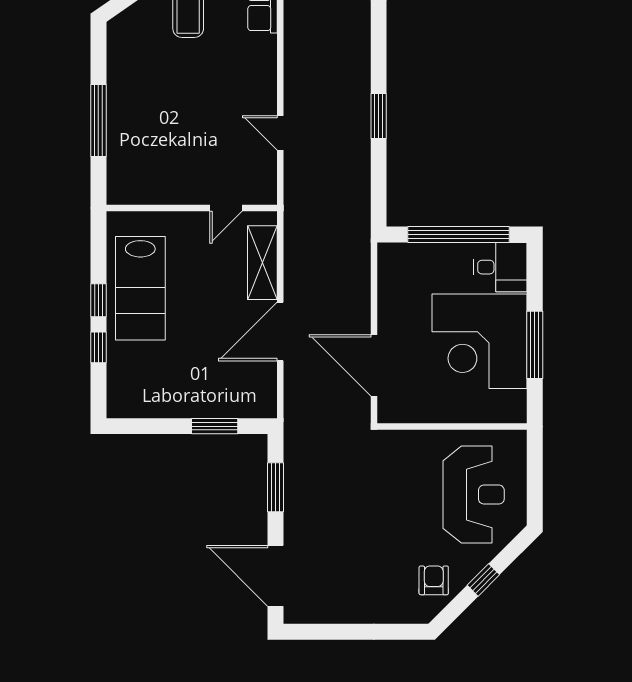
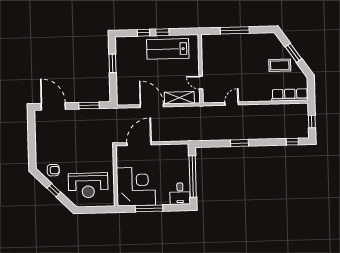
corner desk: (480, 341) -> (136, 186), moved, turned 90
window: (215, 426) -> (113, 63), moved
door: (275, 576) -> (53, 106), hinge flipped

